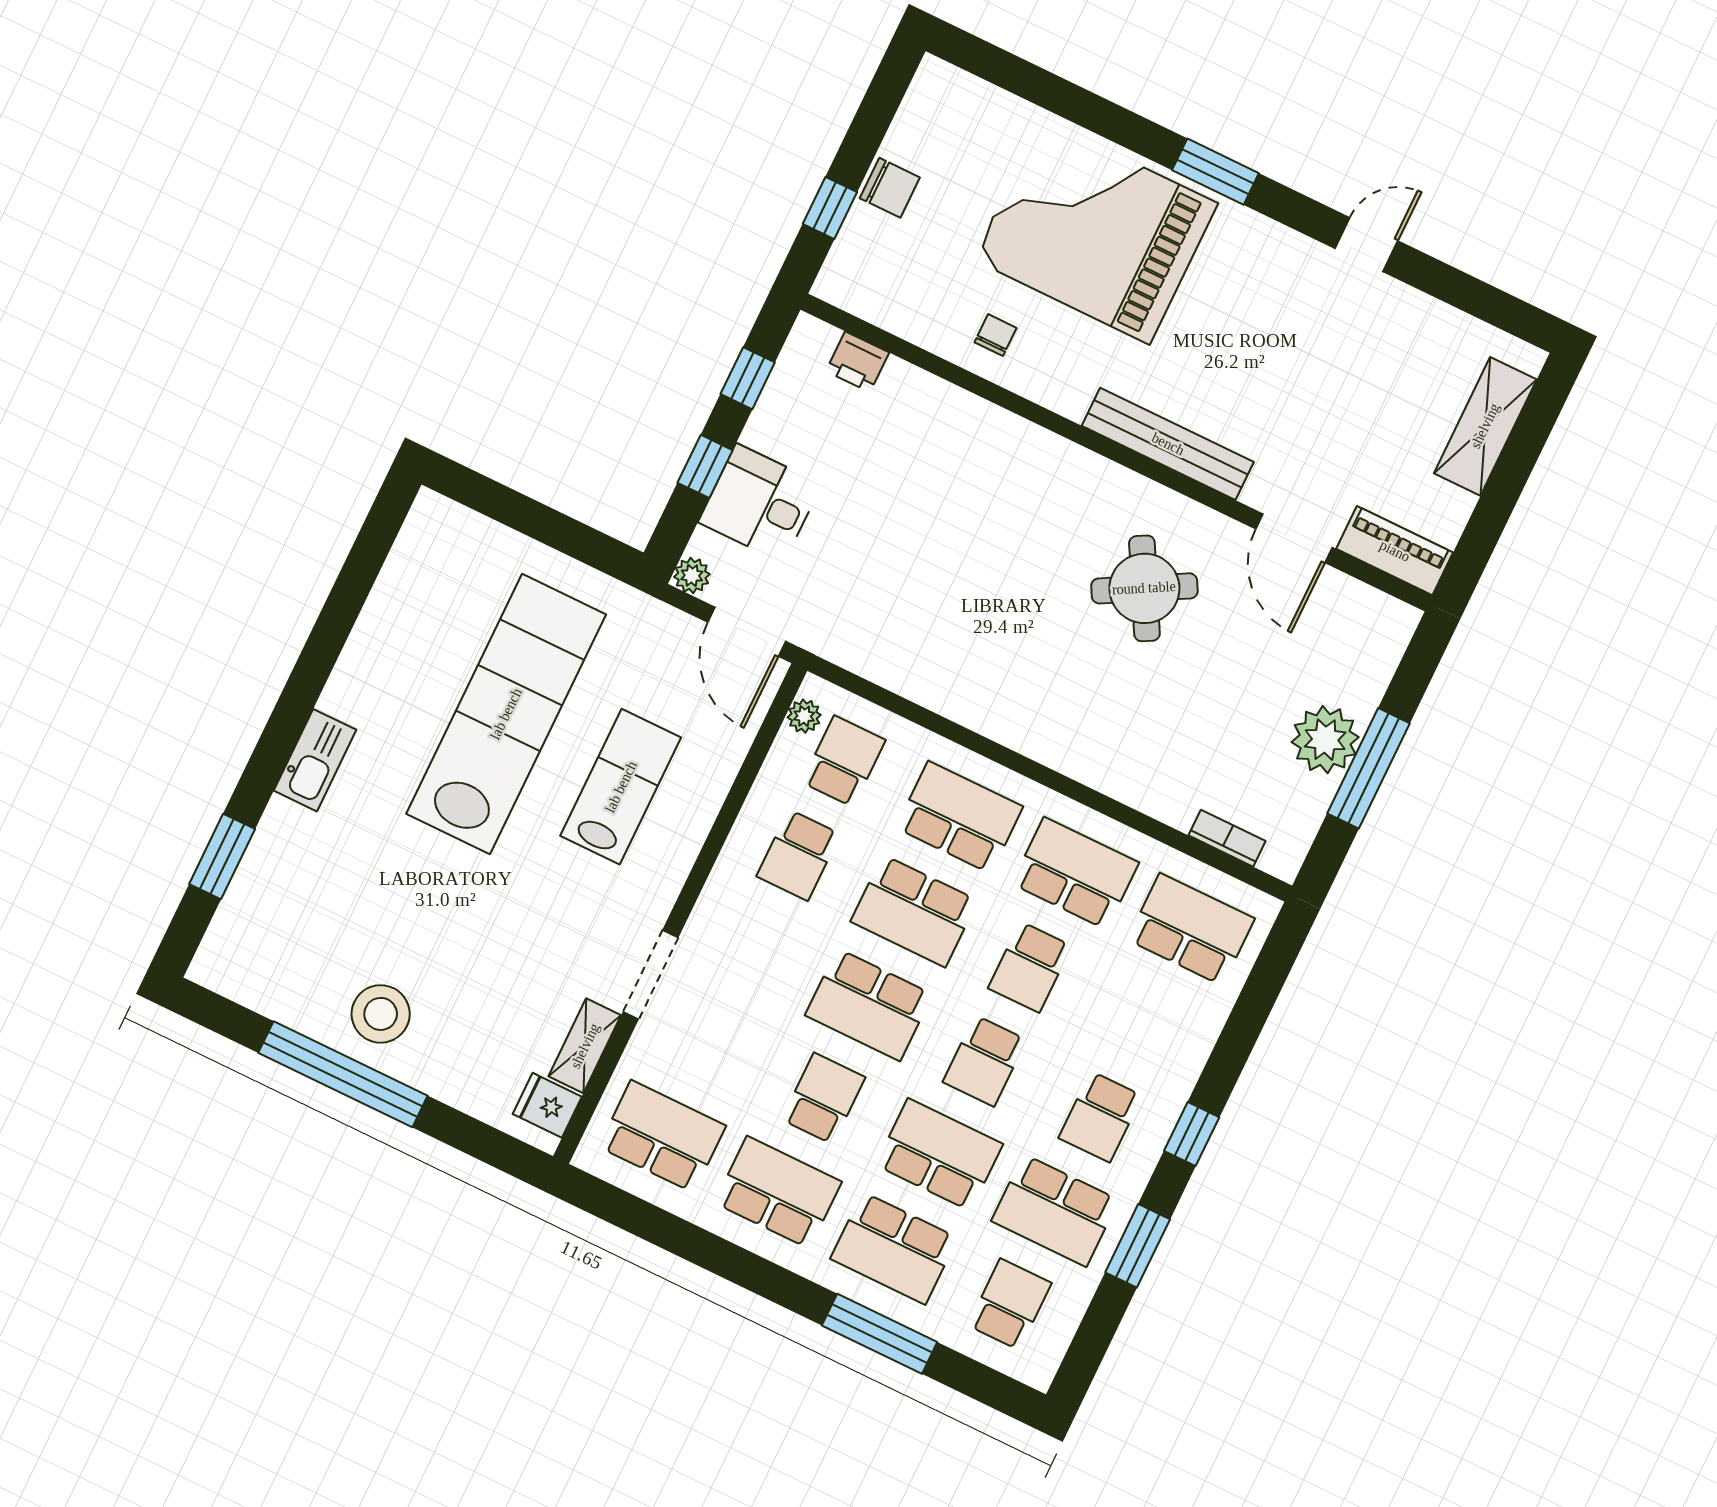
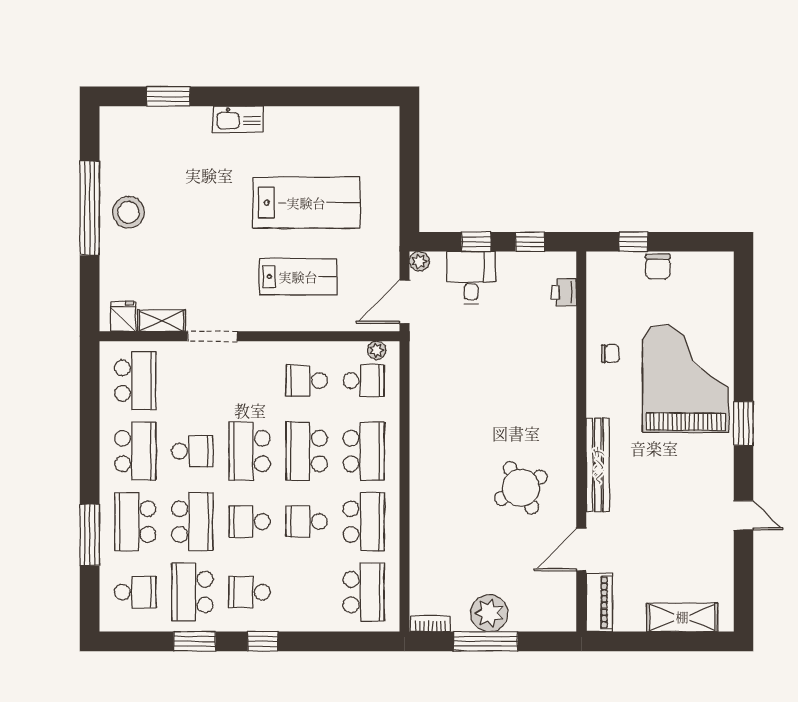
lab bench: (506, 714) -> (306, 203), width x0.73
bookcase: (1227, 838) -> (430, 624), moved, turned -90

